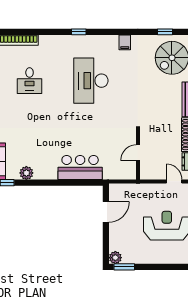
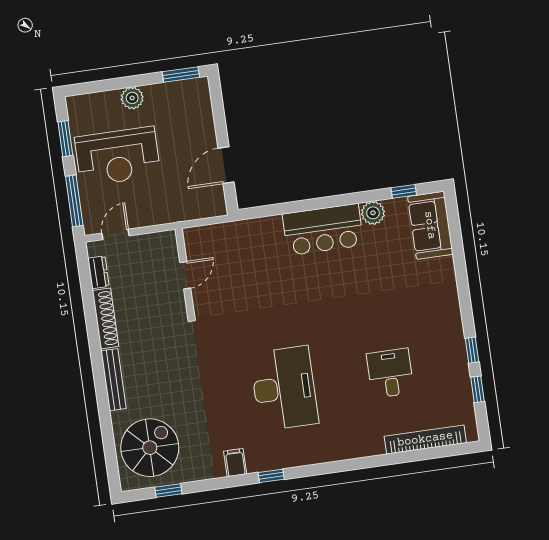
window: (79, 32) -> (271, 476), moved
bar counter: (80, 168) -> (323, 230), moved
door: (174, 181) -> (115, 234), swing flipped
plant: (115, 258) -> (132, 98), moved

